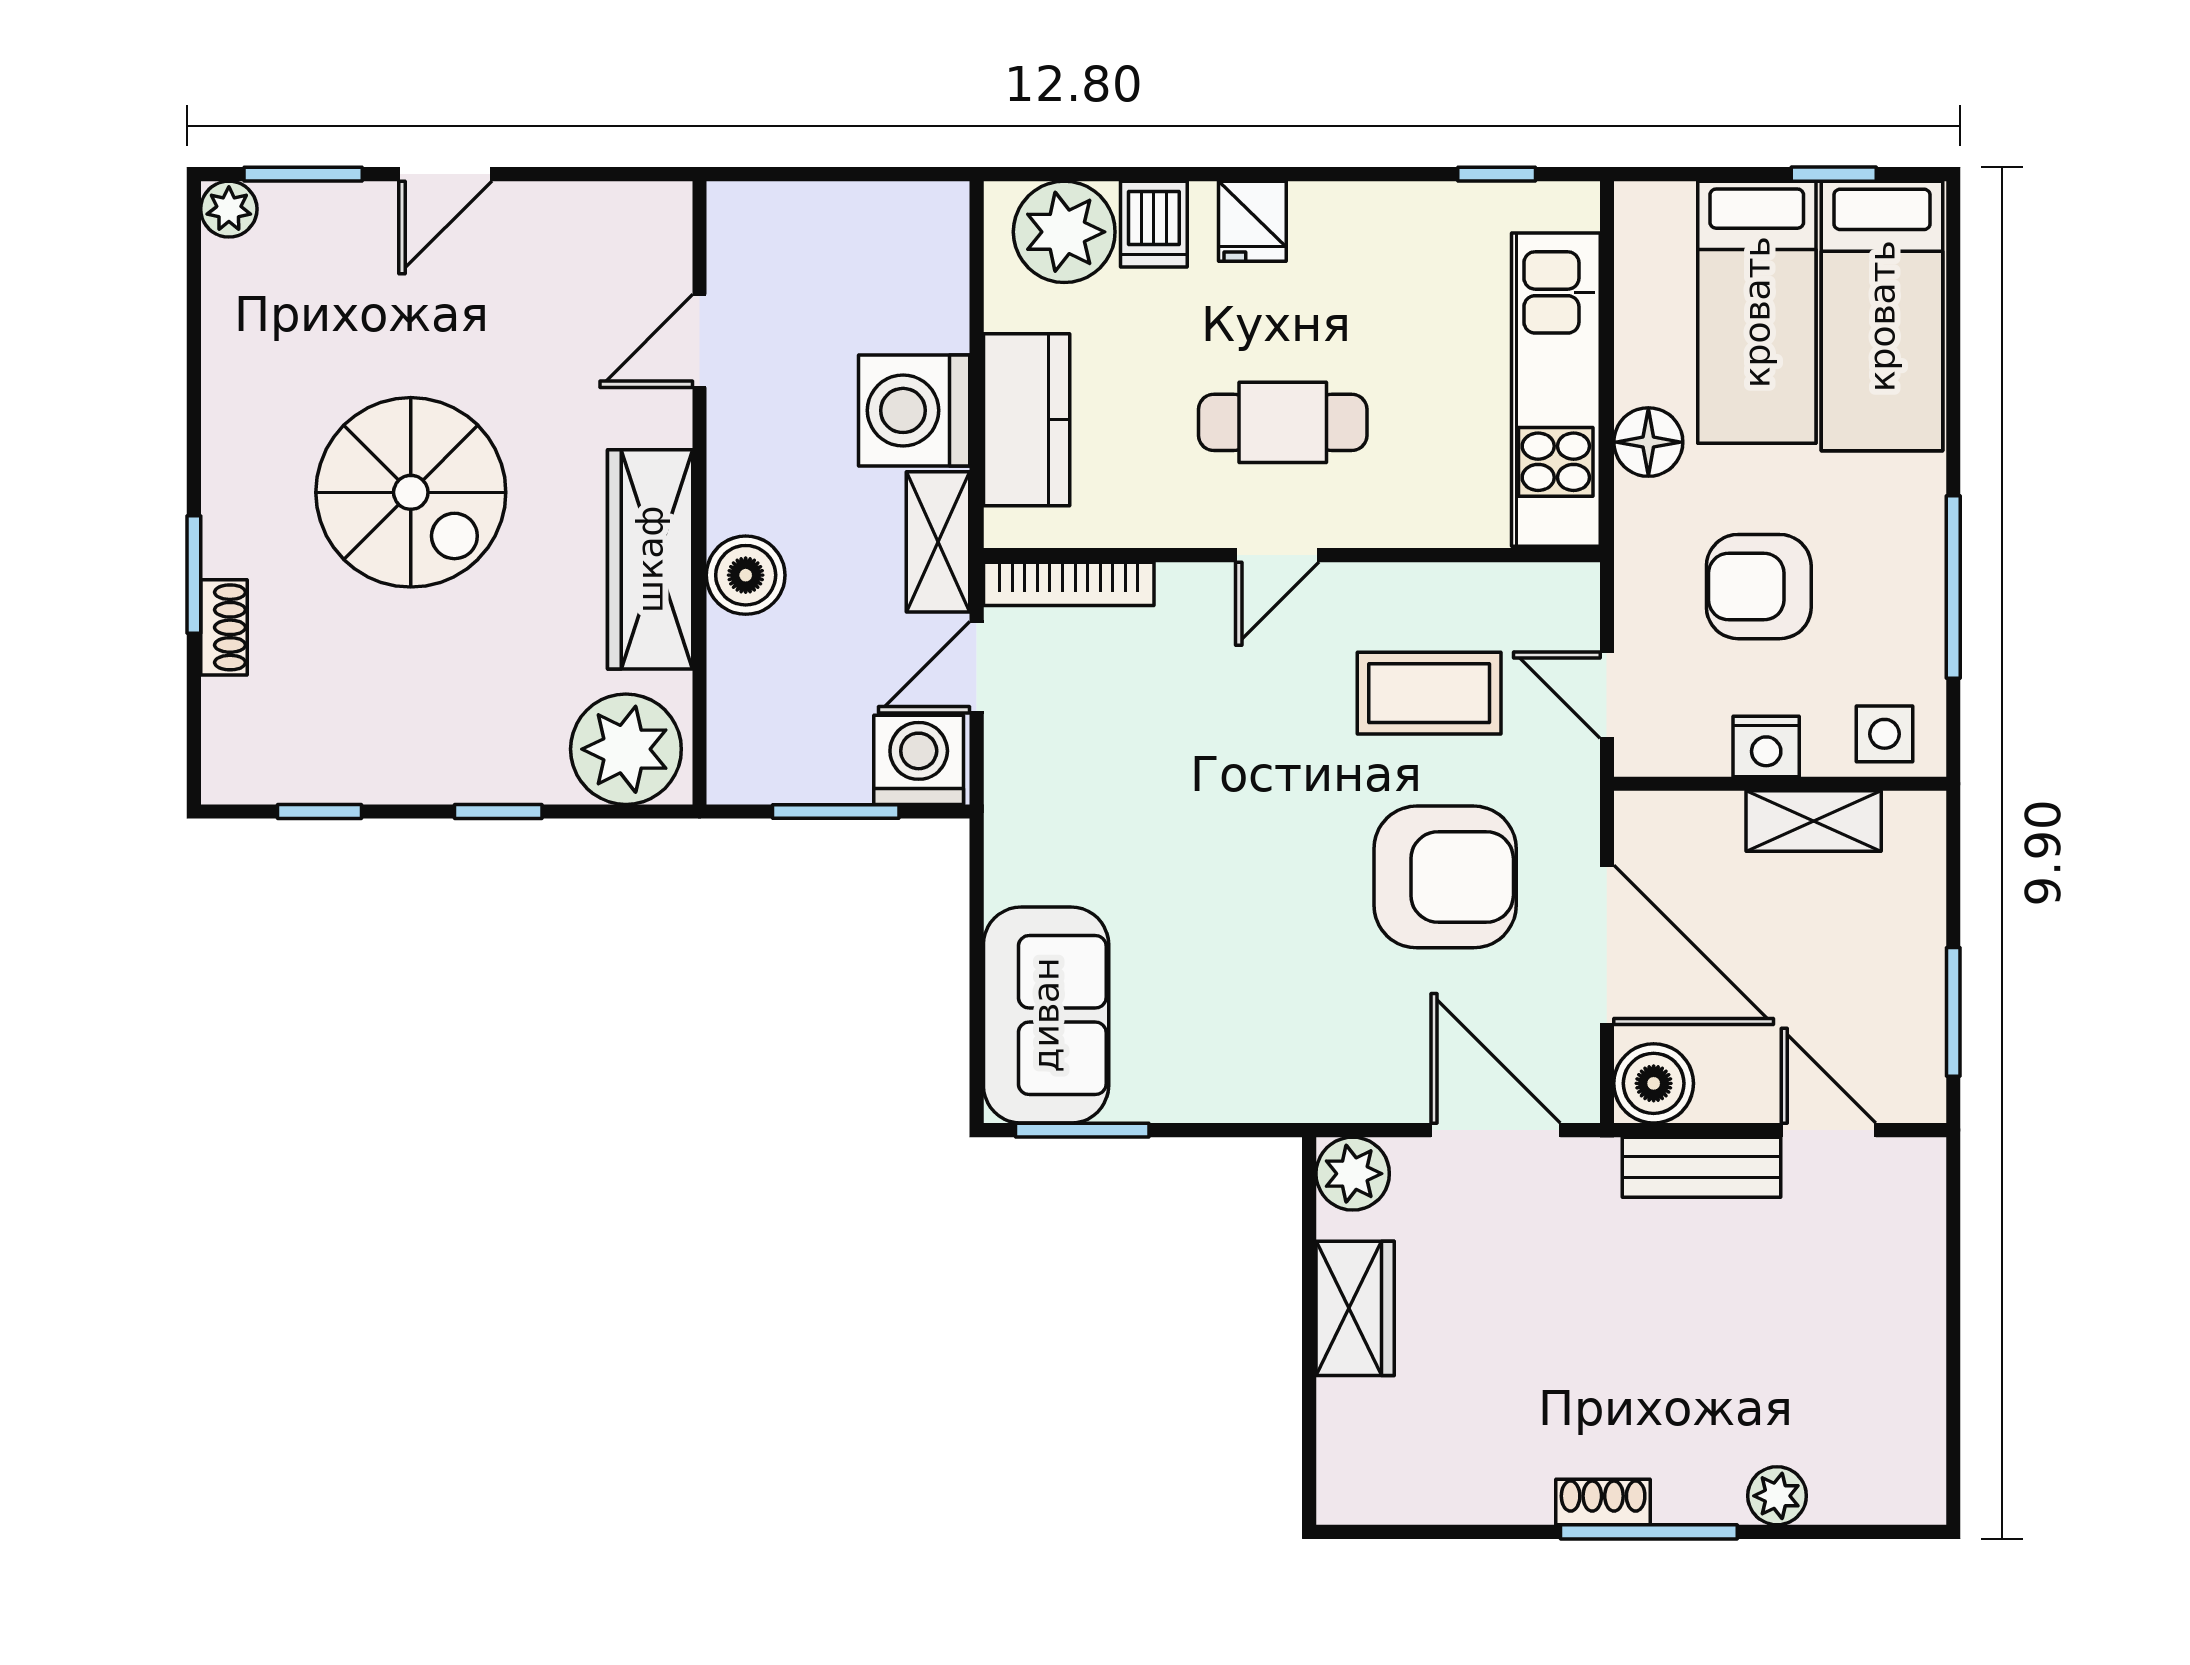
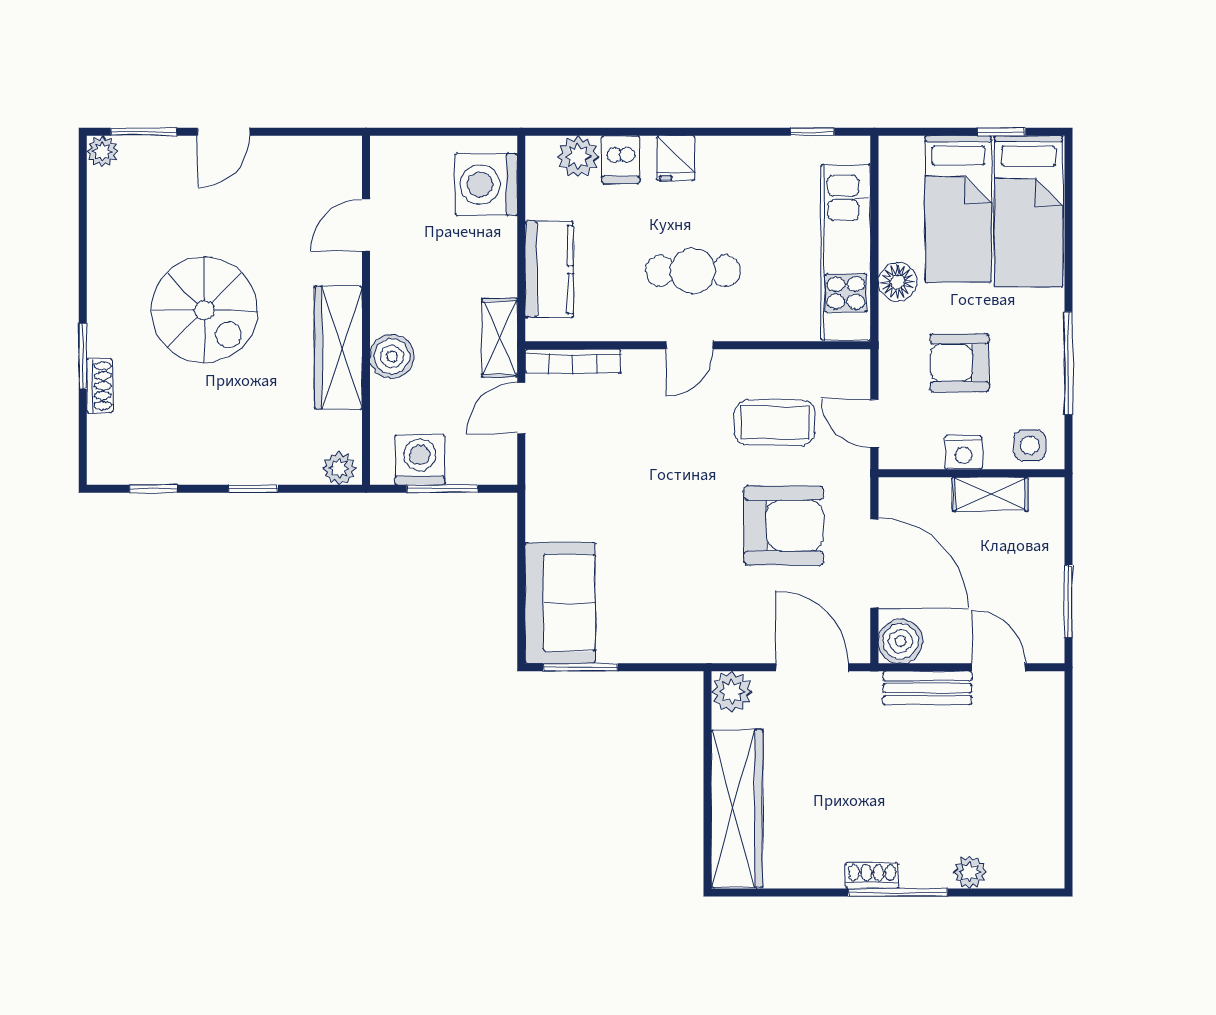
plant: (1064, 232) -> (578, 157), width x0.73, depth x0.73
washing machine: (914, 410) -> (486, 184), moved
plant: (626, 749) -> (339, 468), width x0.53, depth x0.53
washing machine: (919, 760) -> (420, 460), moved
wardrobe: (1355, 1308) -> (737, 809), width x2.10, depth x1.17

